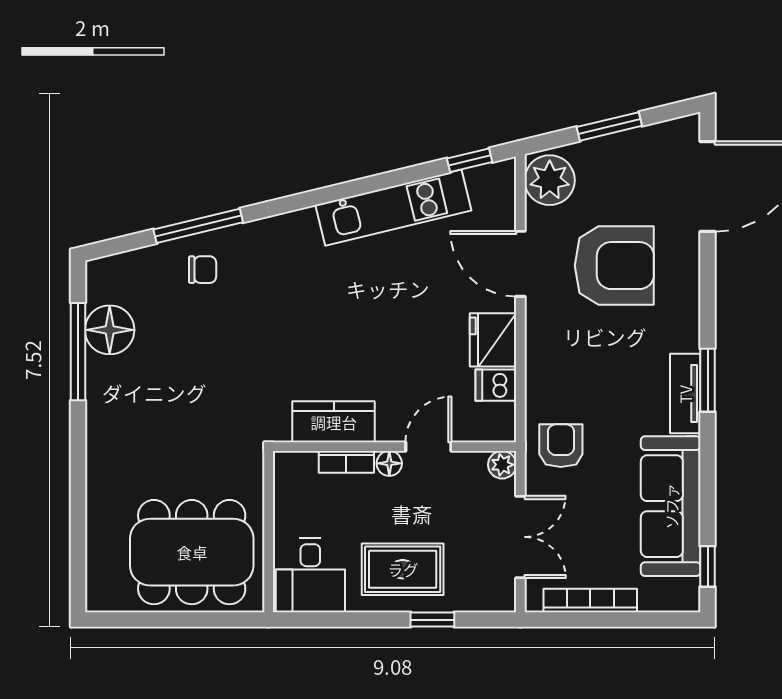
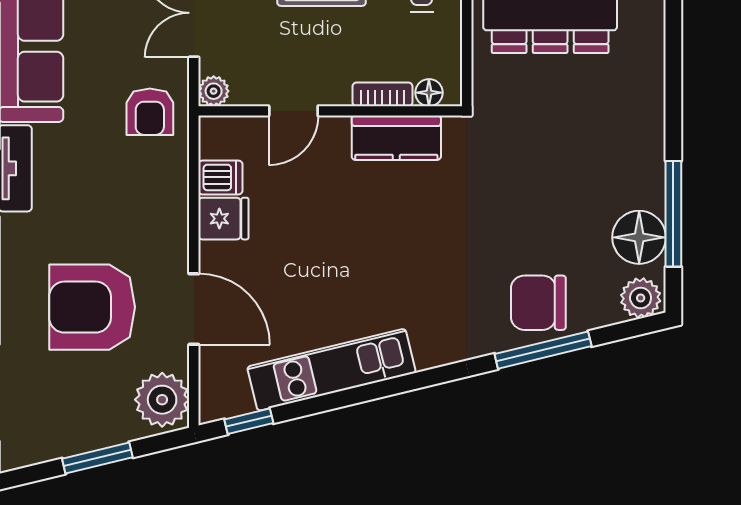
chair: (203, 270) -> (538, 303), width x1.87, depth x1.87
plant: (108, 274) -> (641, 298), added
fridge: (493, 340) -> (223, 219), width x0.72
floor lamp: (389, 463) -> (429, 93), moved

